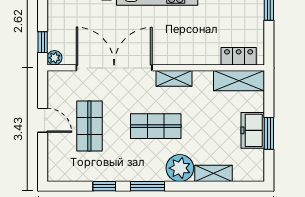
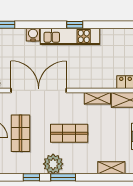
shelving: (174, 78) -> (97, 98), moved
plant: (180, 168) -> (53, 164), moved

